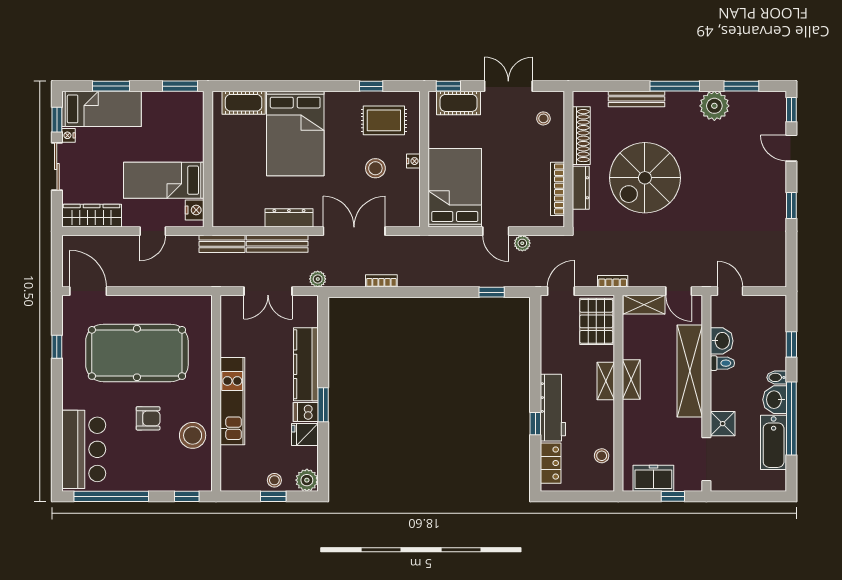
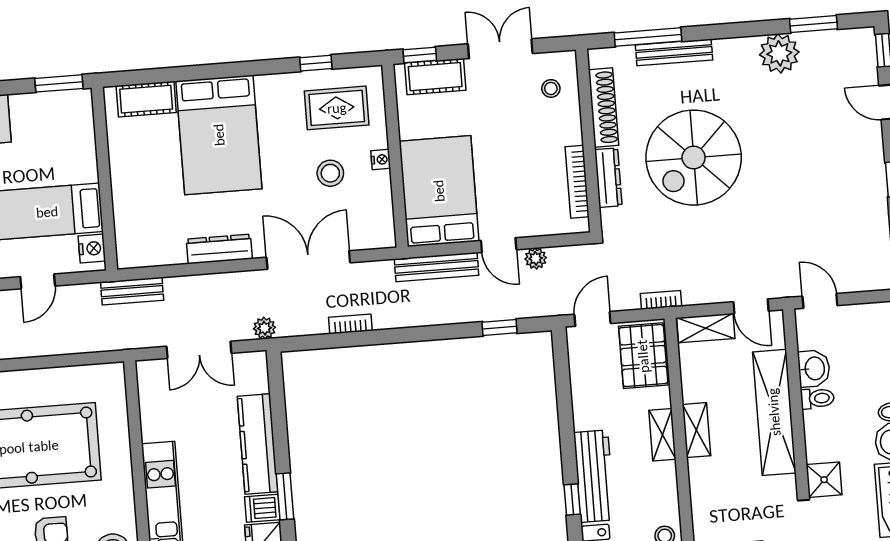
window: (675, 86) -> (648, 37), moved
bench: (277, 244) -> (437, 267), moved

